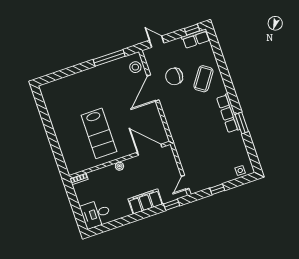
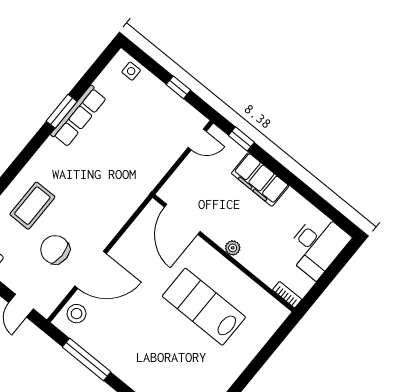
chair: (174, 76) -> (55, 250), turned 180
coffee table: (203, 79) -> (32, 206), turned -35
row of seats: (228, 113) -> (79, 116), moved
lab bench: (99, 133) -> (204, 307), turned -90
desk: (96, 214) -> (317, 245), width x1.37

